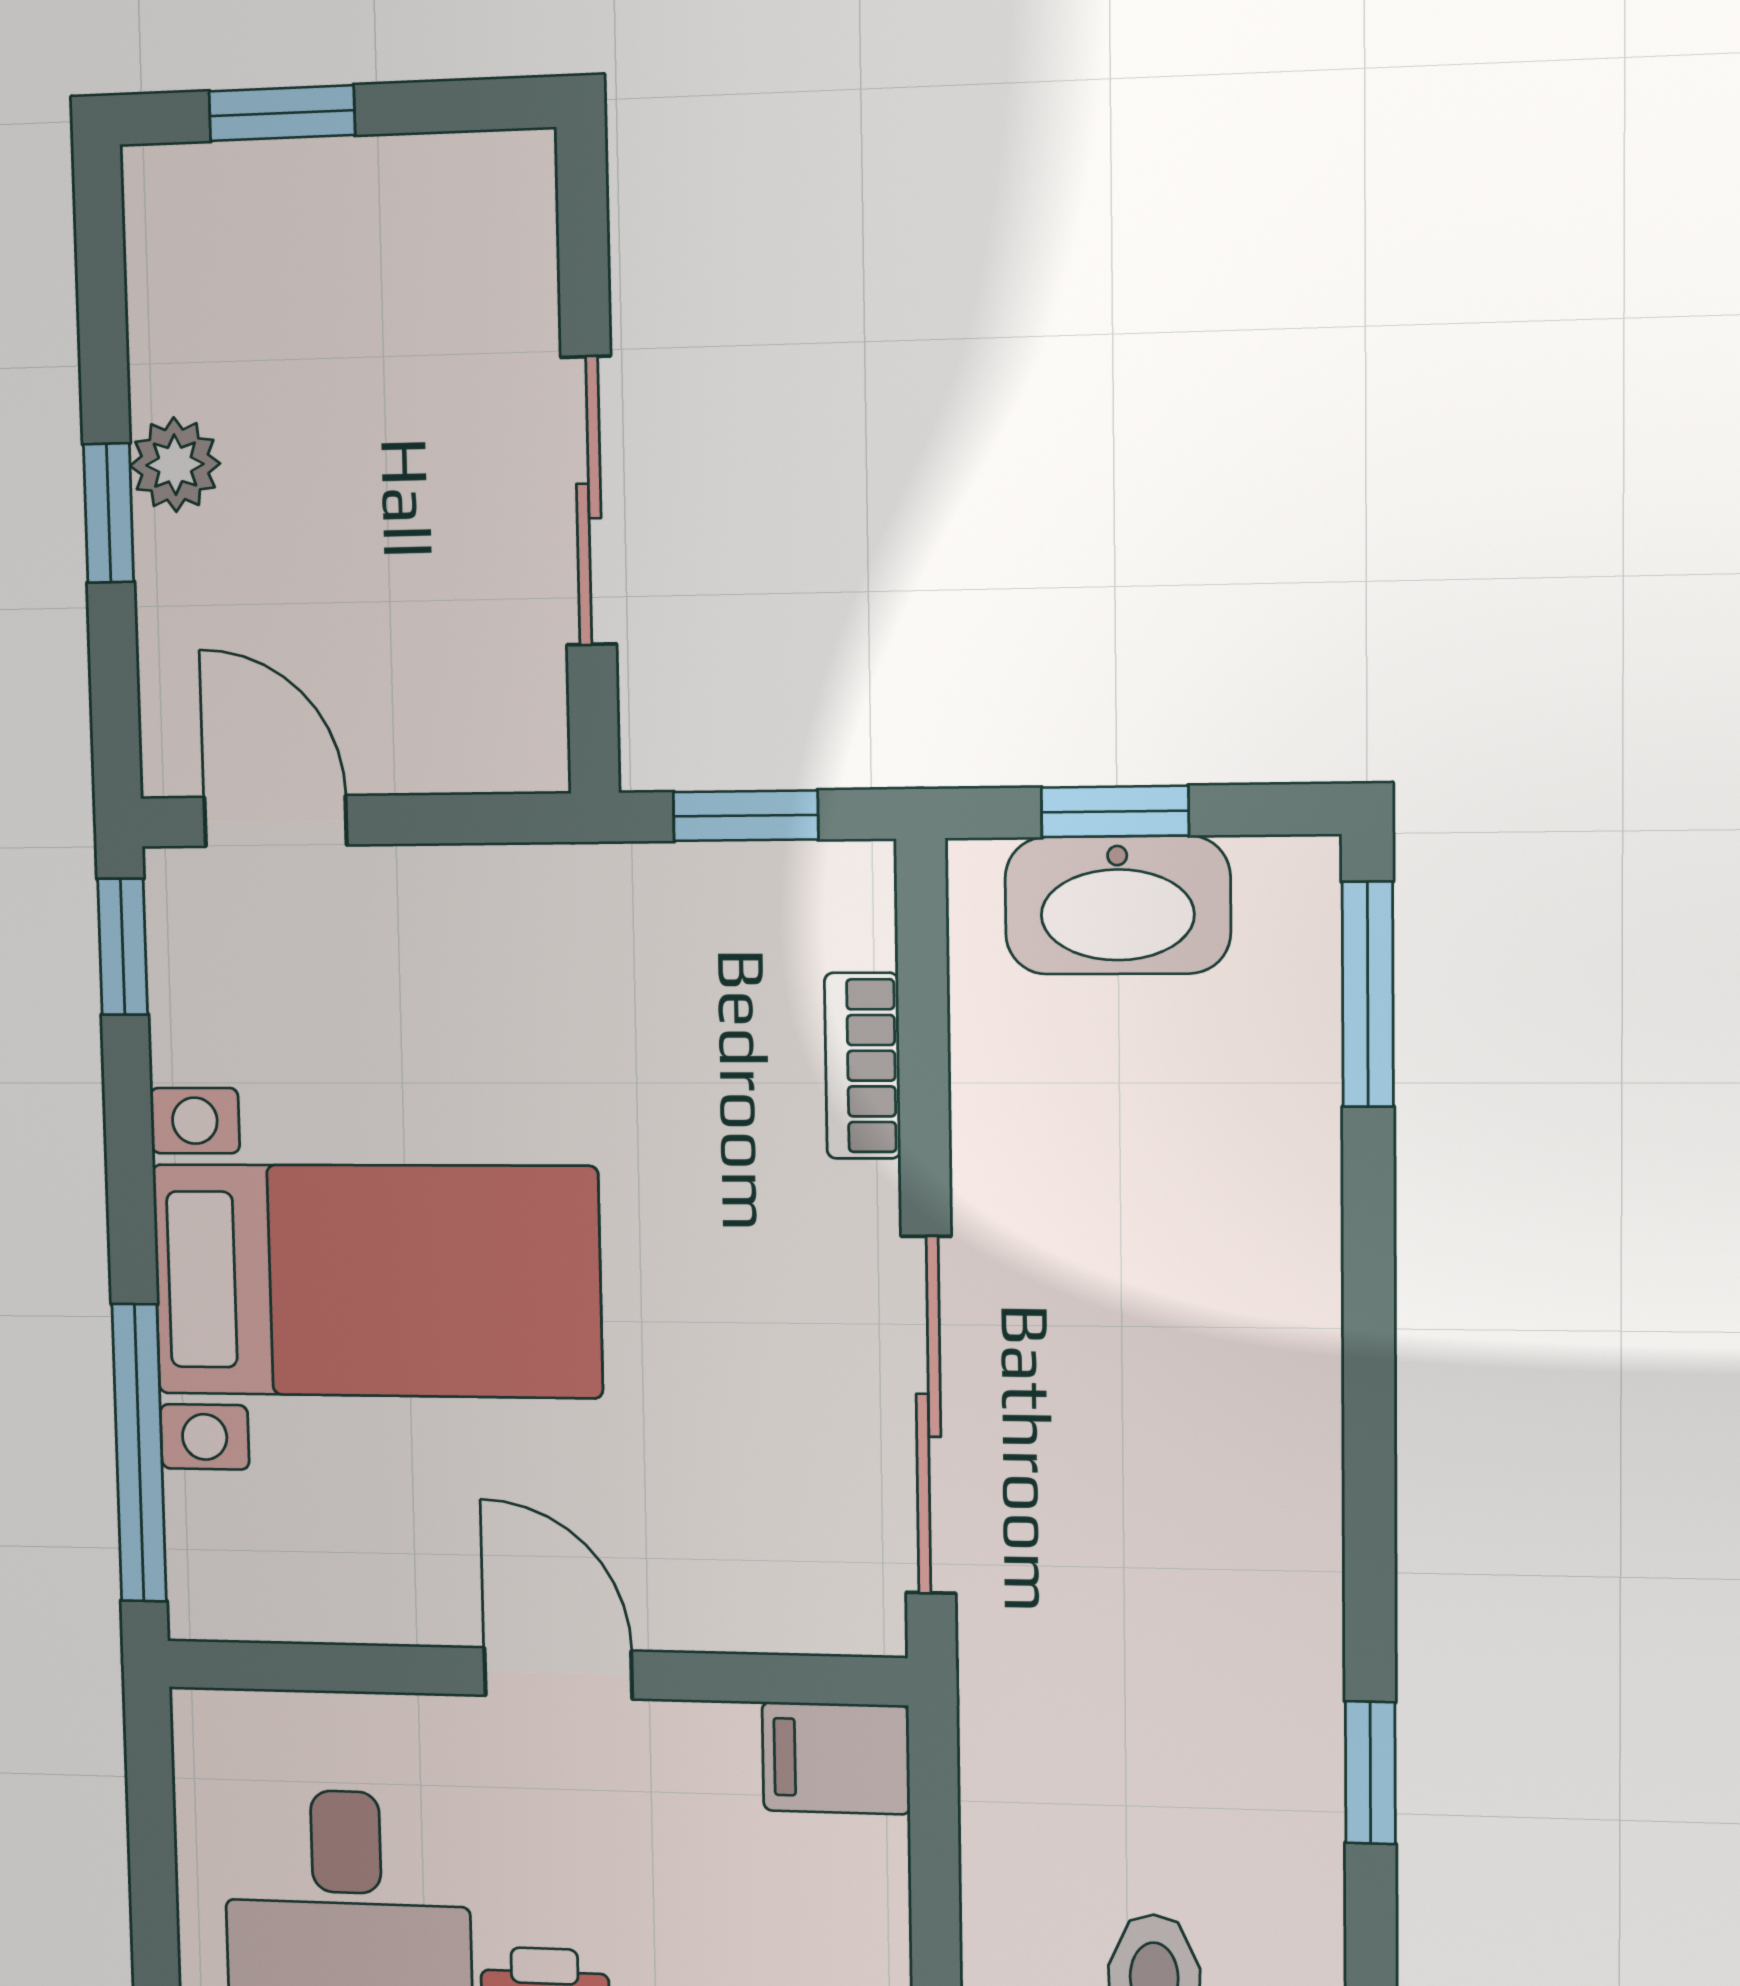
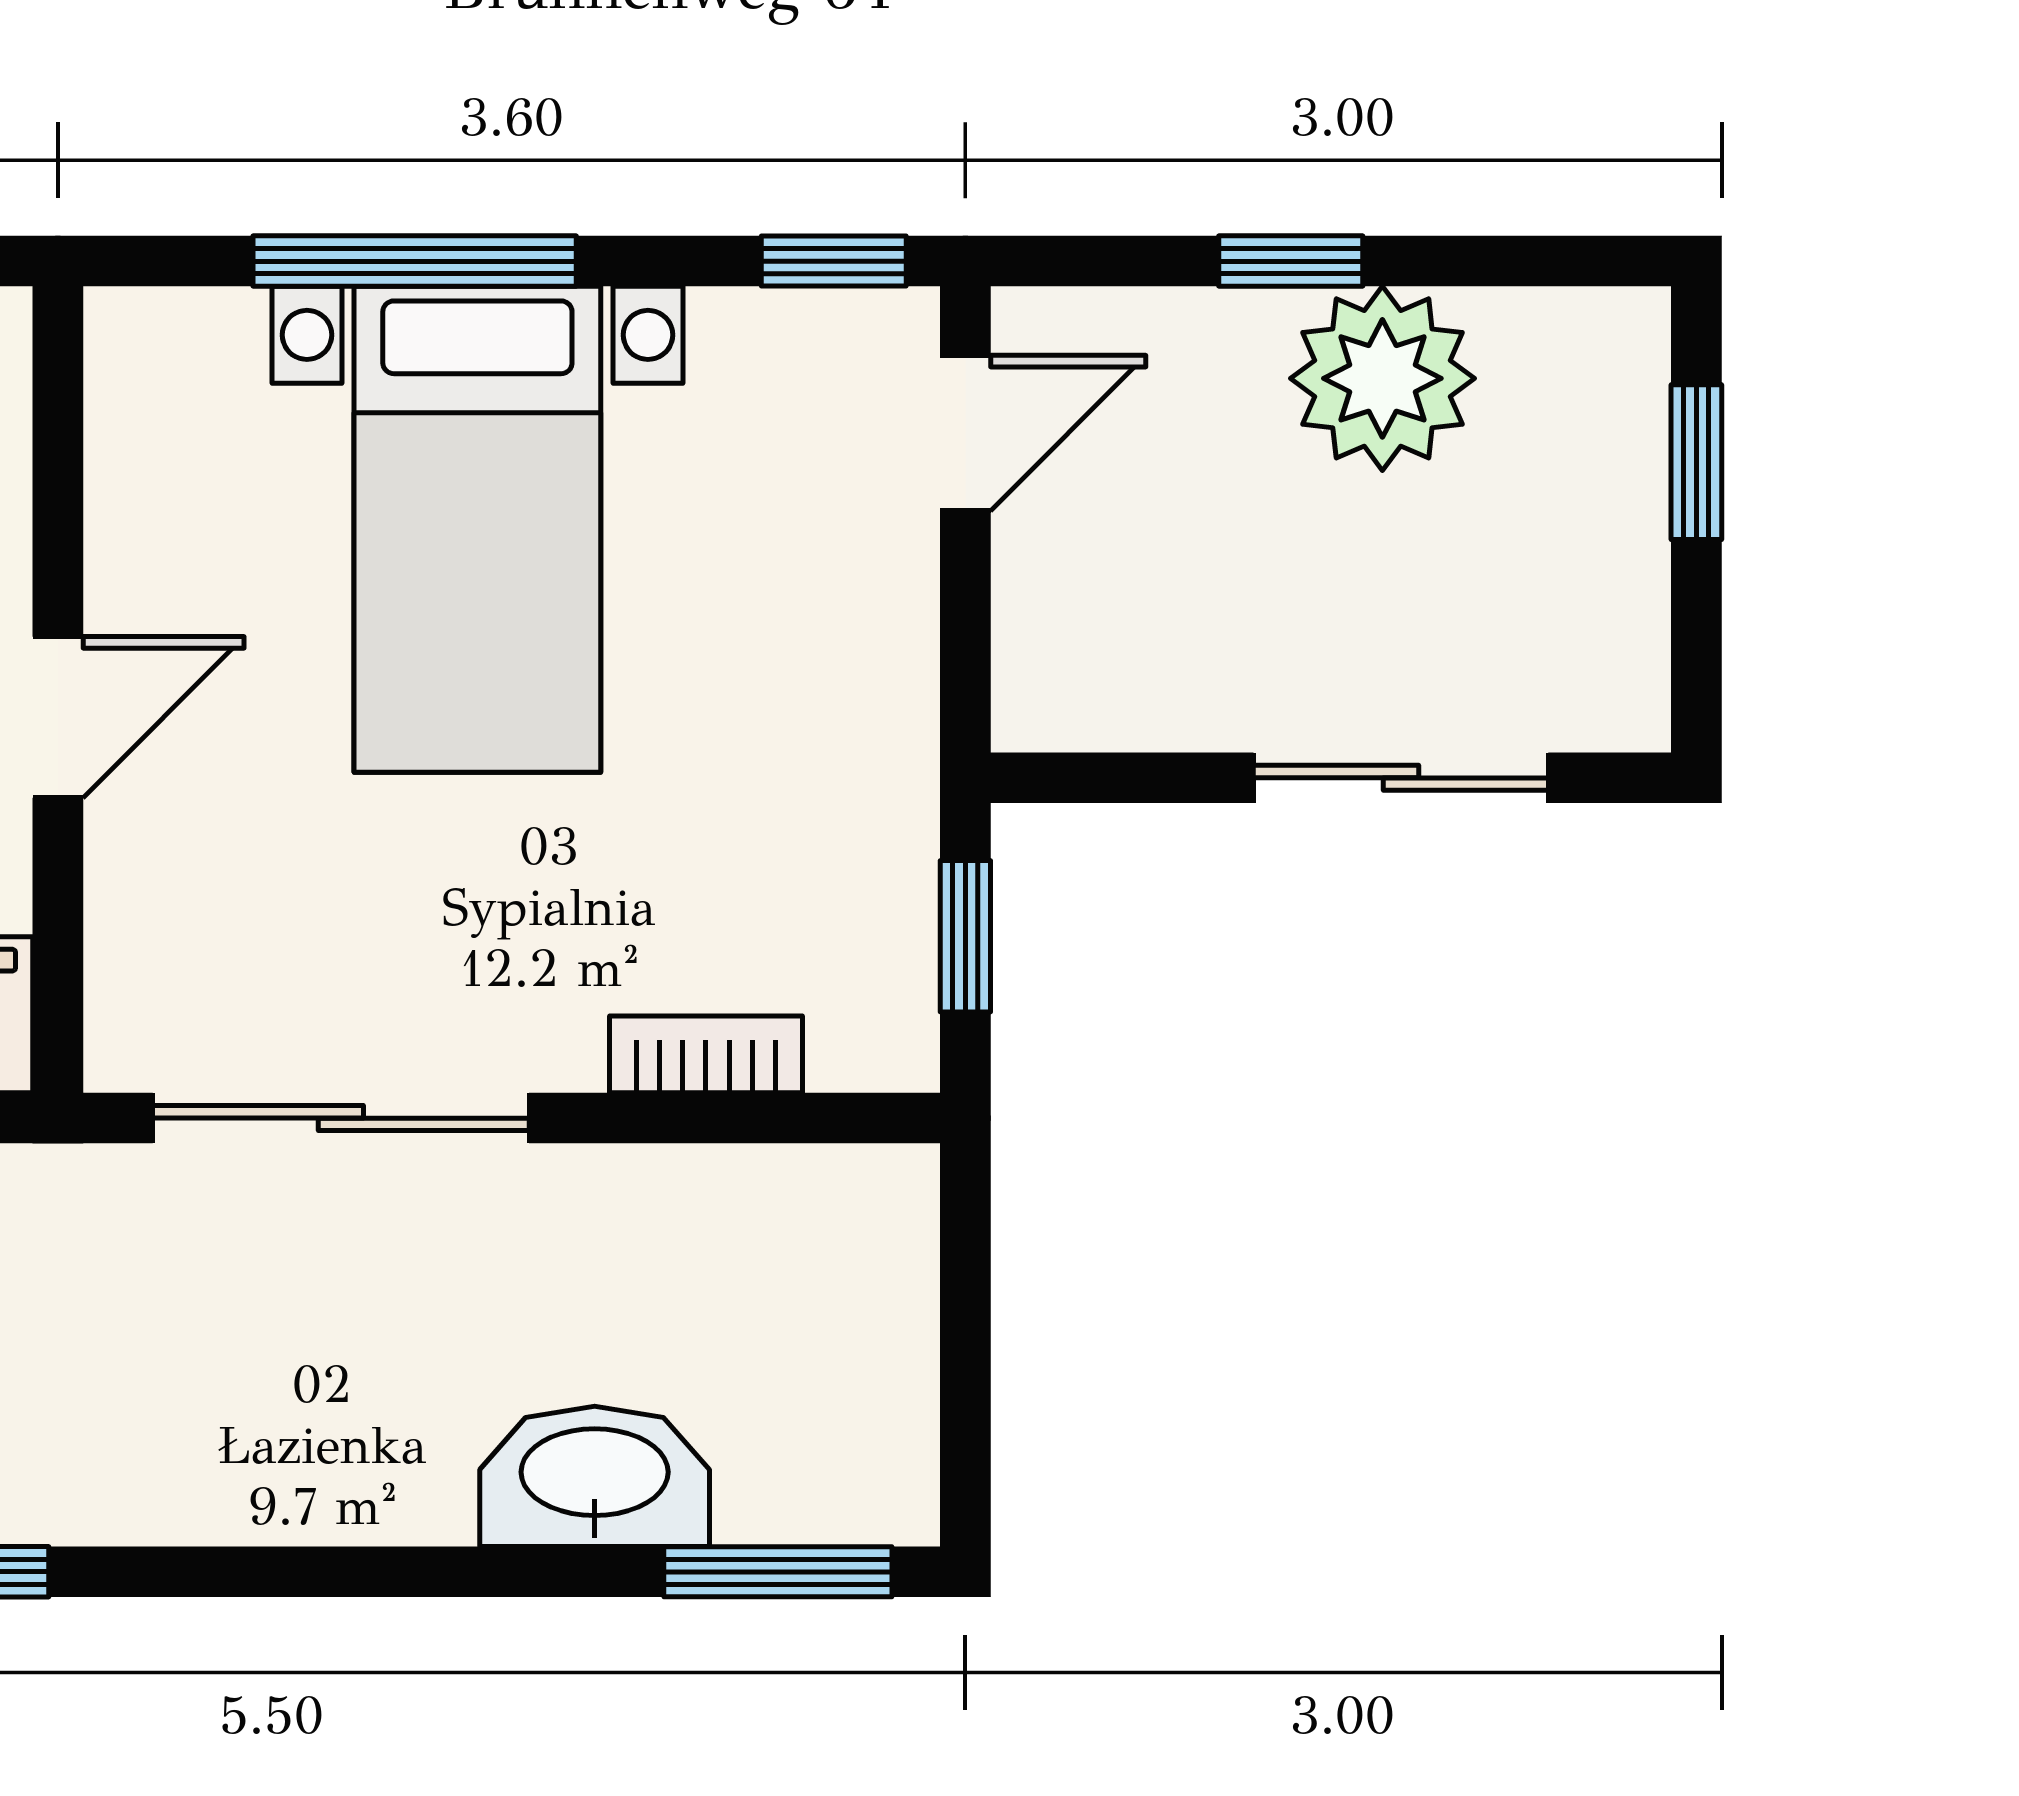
plant: (175, 465) -> (1382, 378), width x1.87, depth x1.87
sliding door: (589, 501) -> (1401, 778), moved
window: (1115, 811) -> (965, 1318), removed
washbasin: (1118, 905) -> (595, 1476), moved, turned 90
window: (139, 1453) -> (415, 261), moved

